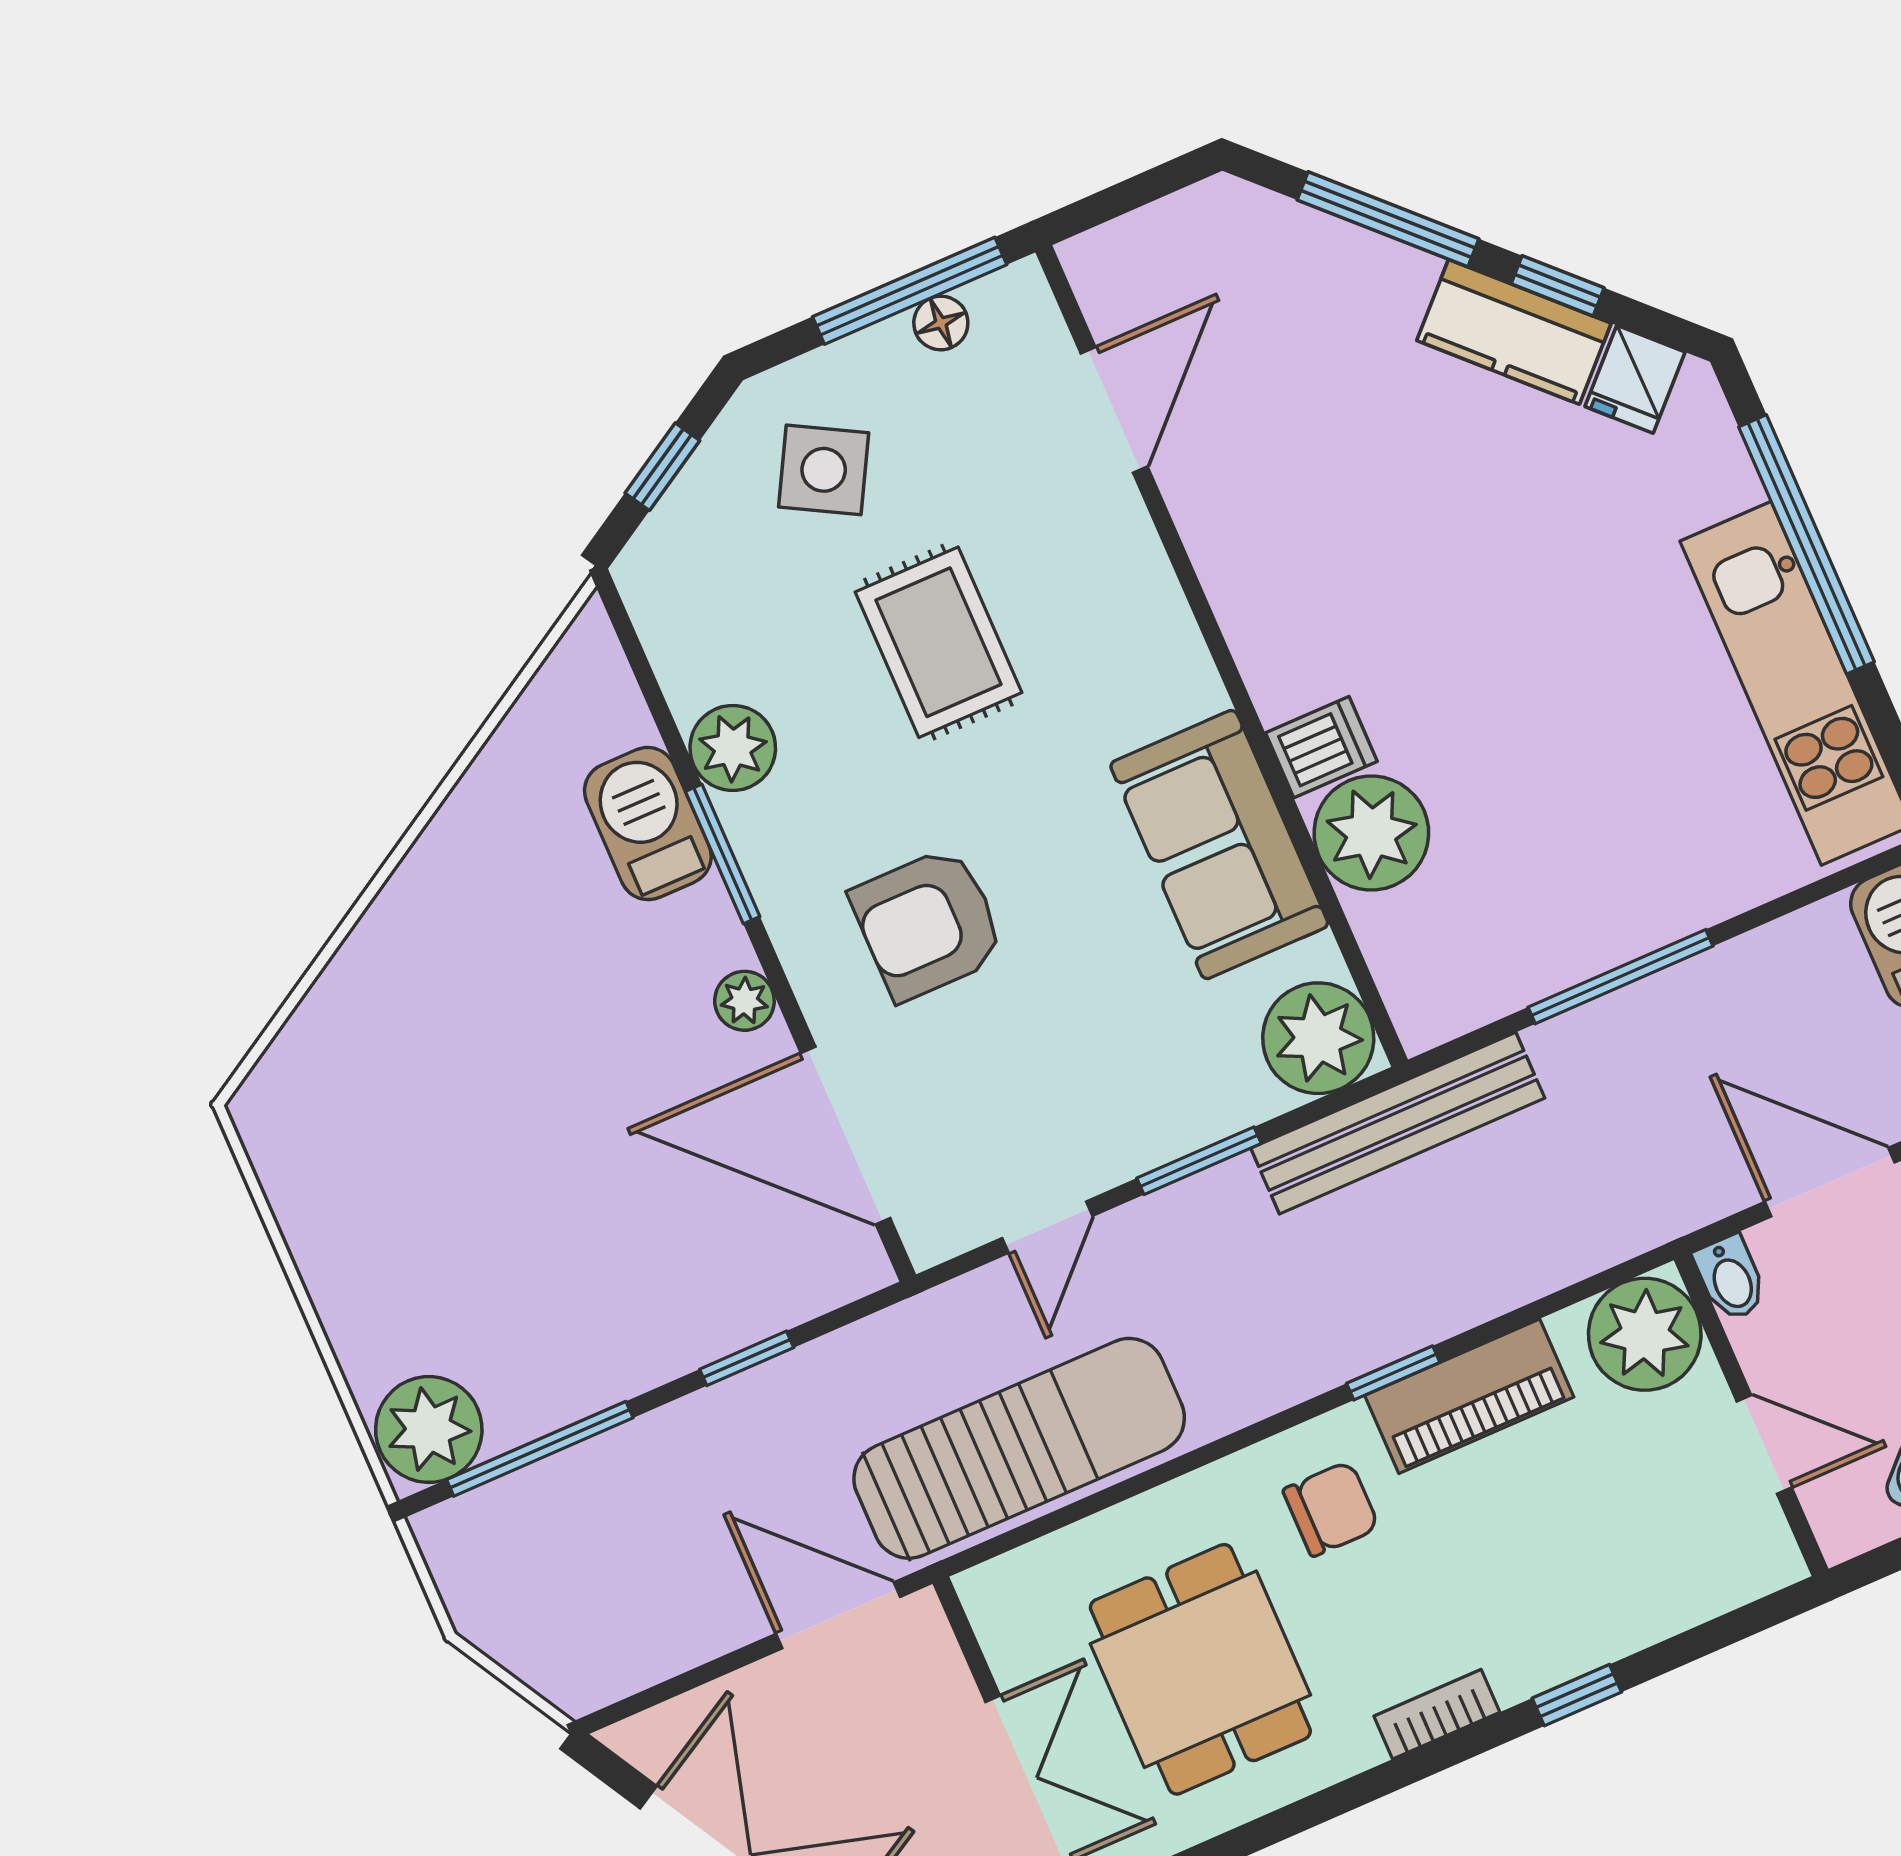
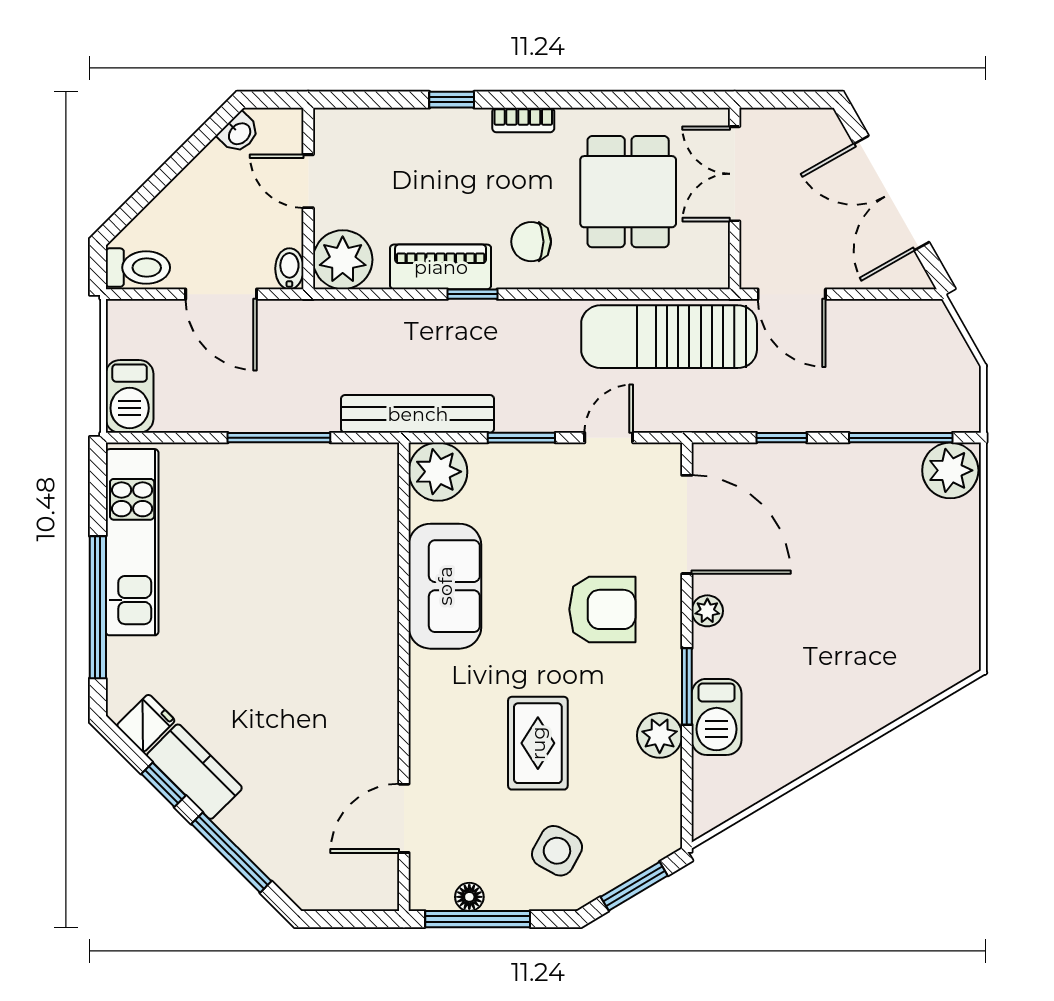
window: (662, 467) -> (634, 886), width x1.50
dishwasher: (1321, 747) -> (375, 612), removed
plant: (1371, 833) -> (369, 560), removed

